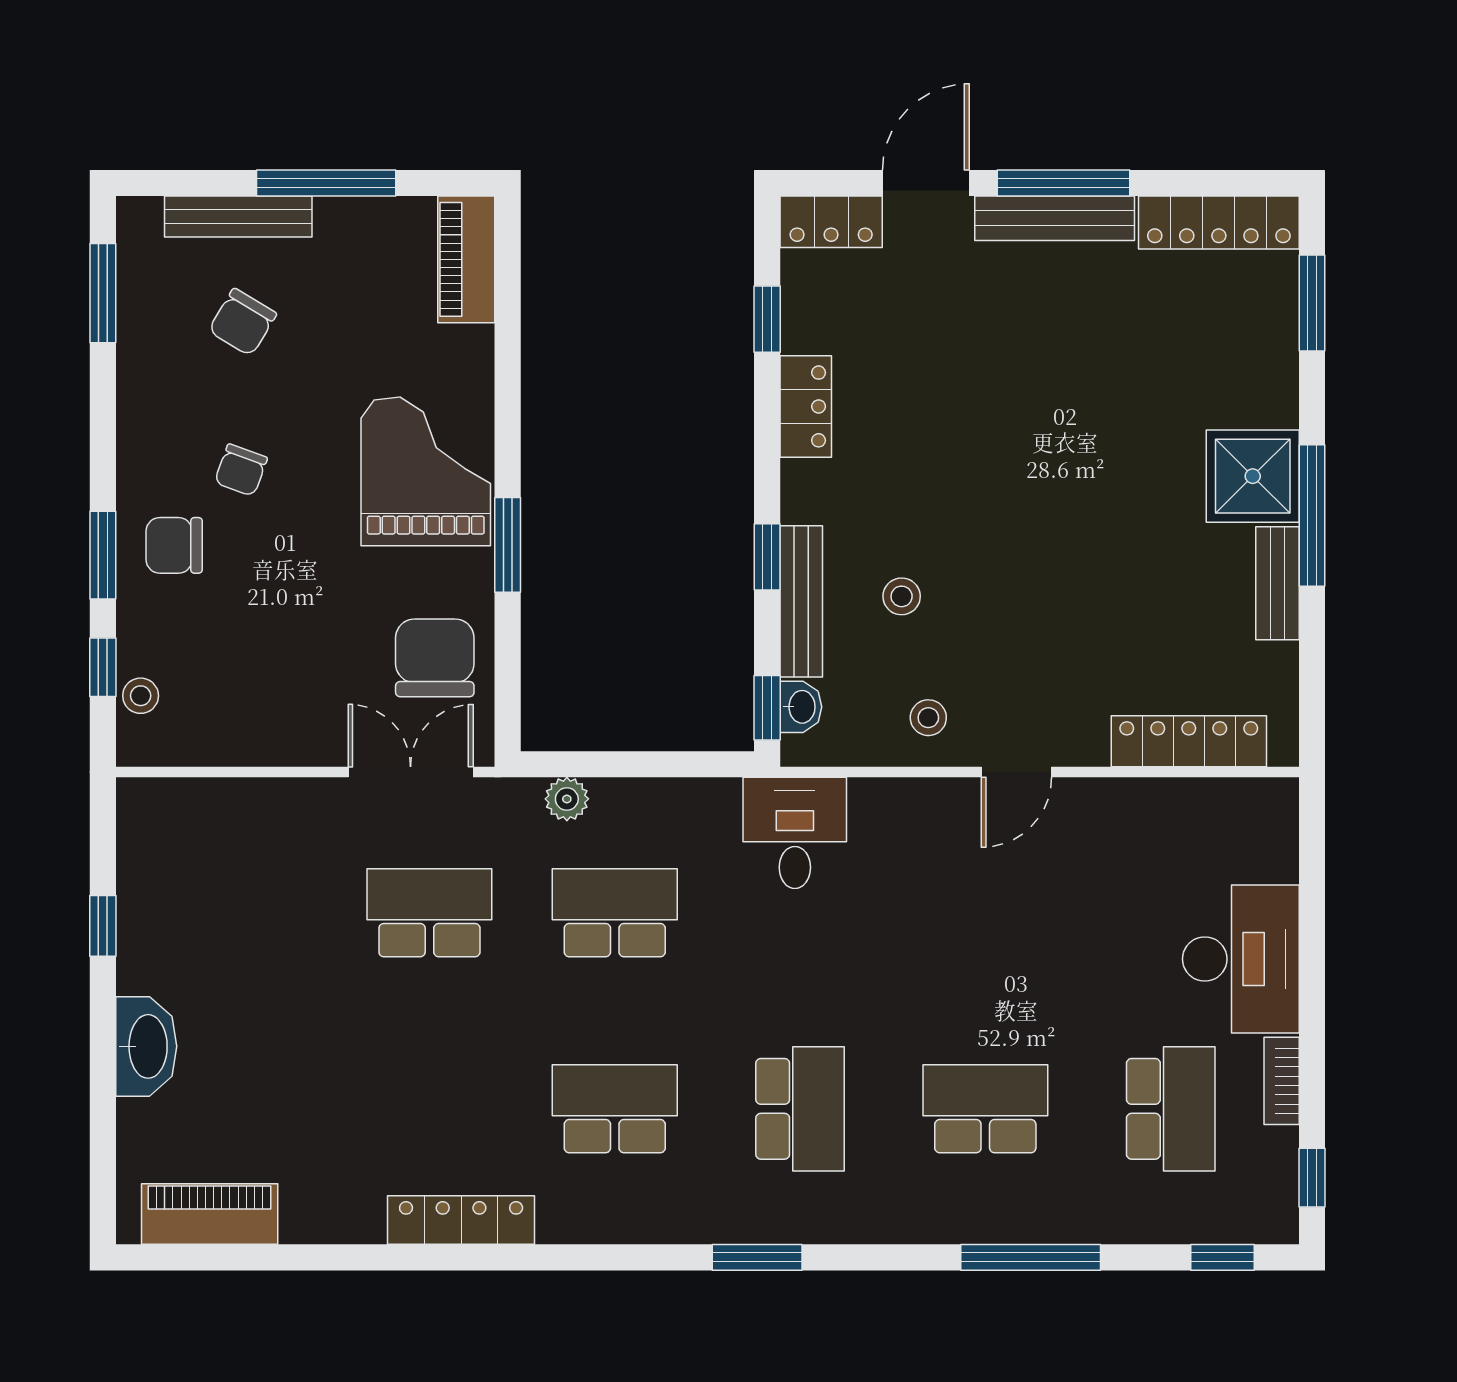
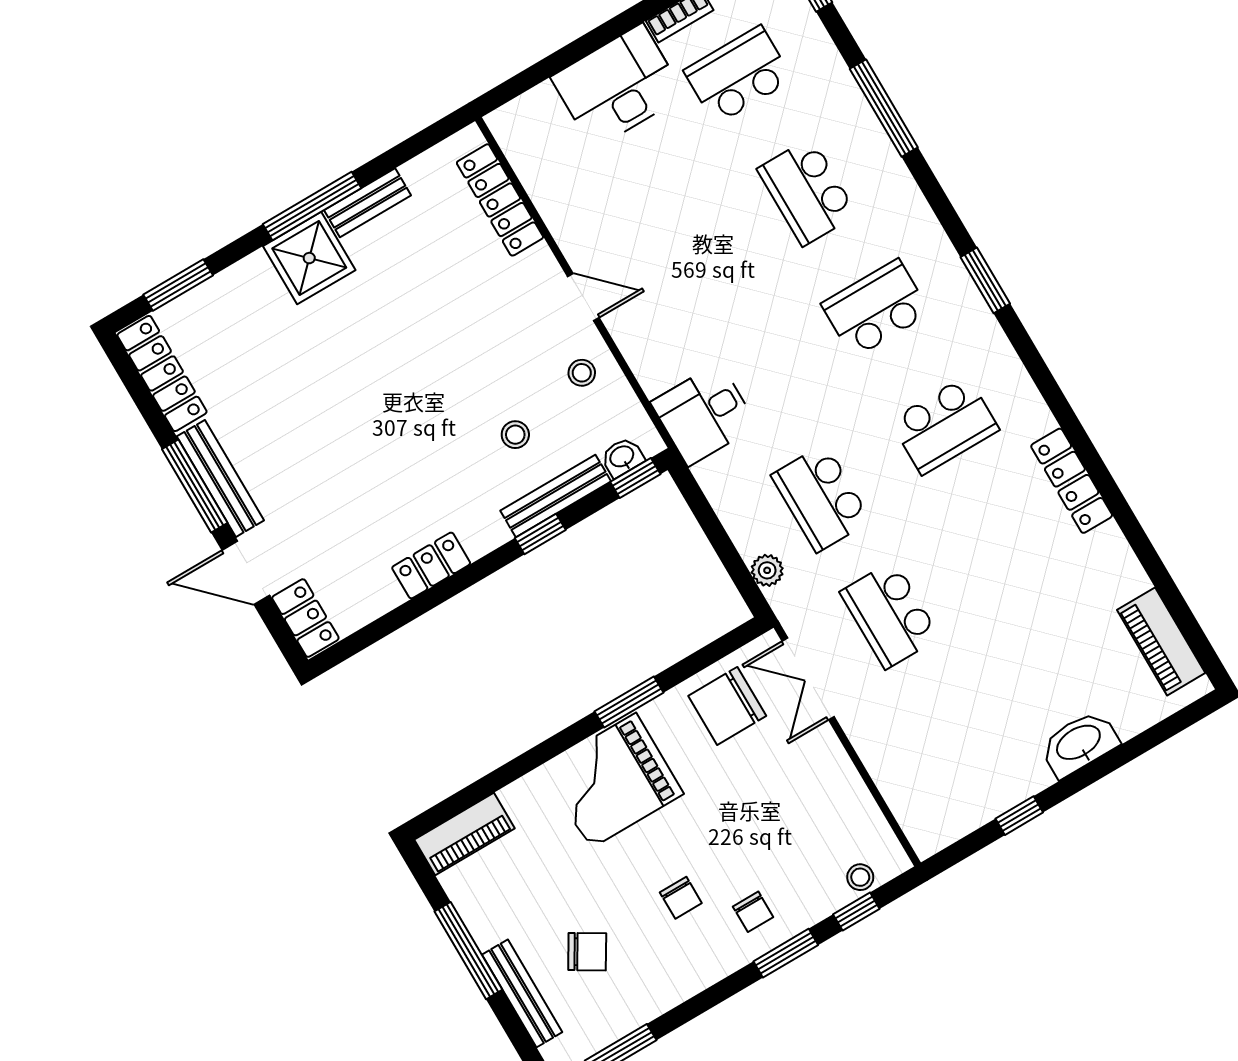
window: (767, 319) -> (390, 622), removed
chair: (241, 470) -> (681, 898), turned 70
chair: (174, 545) -> (753, 912), width x0.73, depth x0.73
school desk: (615, 1109) -> (945, 425), turned -90

